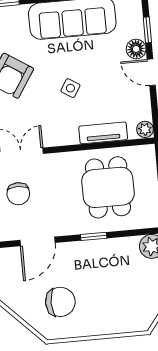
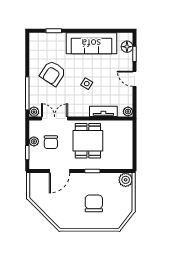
floor lamp: (136, 49) -> (127, 47), moved
dining table: (108, 187) -> (88, 141), moved
chair: (60, 302) -> (94, 203), moved, turned -90

